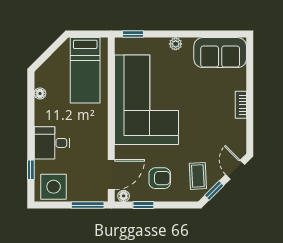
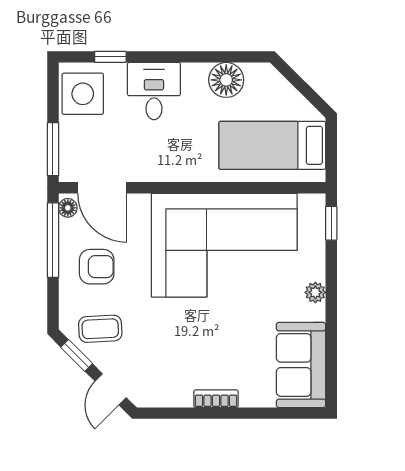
floor lamp: (40, 94) -> (226, 80), width x1.89, depth x1.89
door: (235, 170) -> (111, 389), swing flipped
armchair: (160, 178) -> (97, 267), turned -90
window: (143, 205) -> (53, 240), width x2.17

